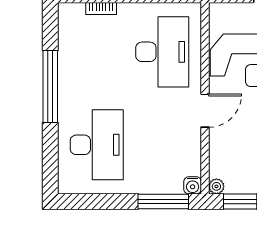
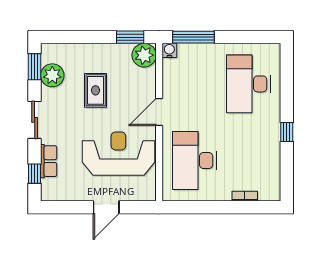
window: (50, 86) -> (287, 132), width x0.32
plant: (216, 186) -> (144, 55), width x1.87, depth x1.87

